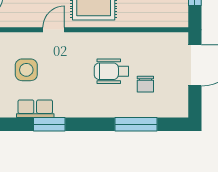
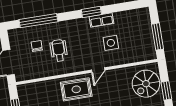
wheelchair: (111, 71) -> (59, 50), turned -90
window: (136, 124) -> (38, 21), width x1.46

